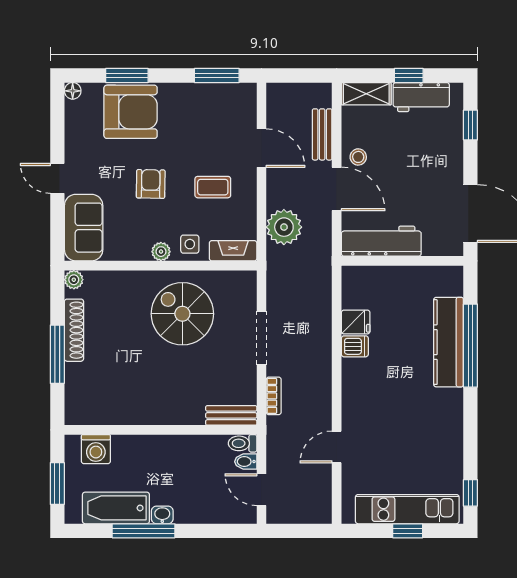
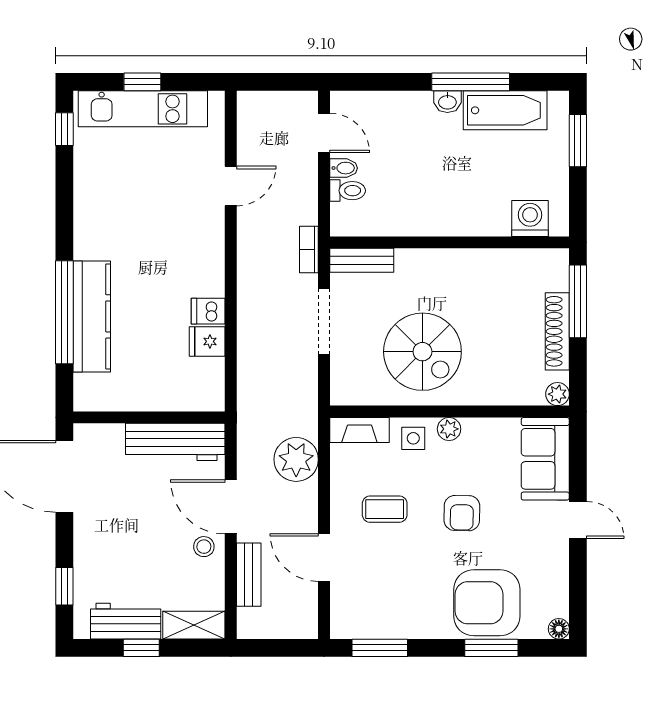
bench: (231, 415) -> (362, 260), moved
wall: (161, 430) -> (450, 242), moved
washing machine: (96, 449) -> (530, 218), moved

